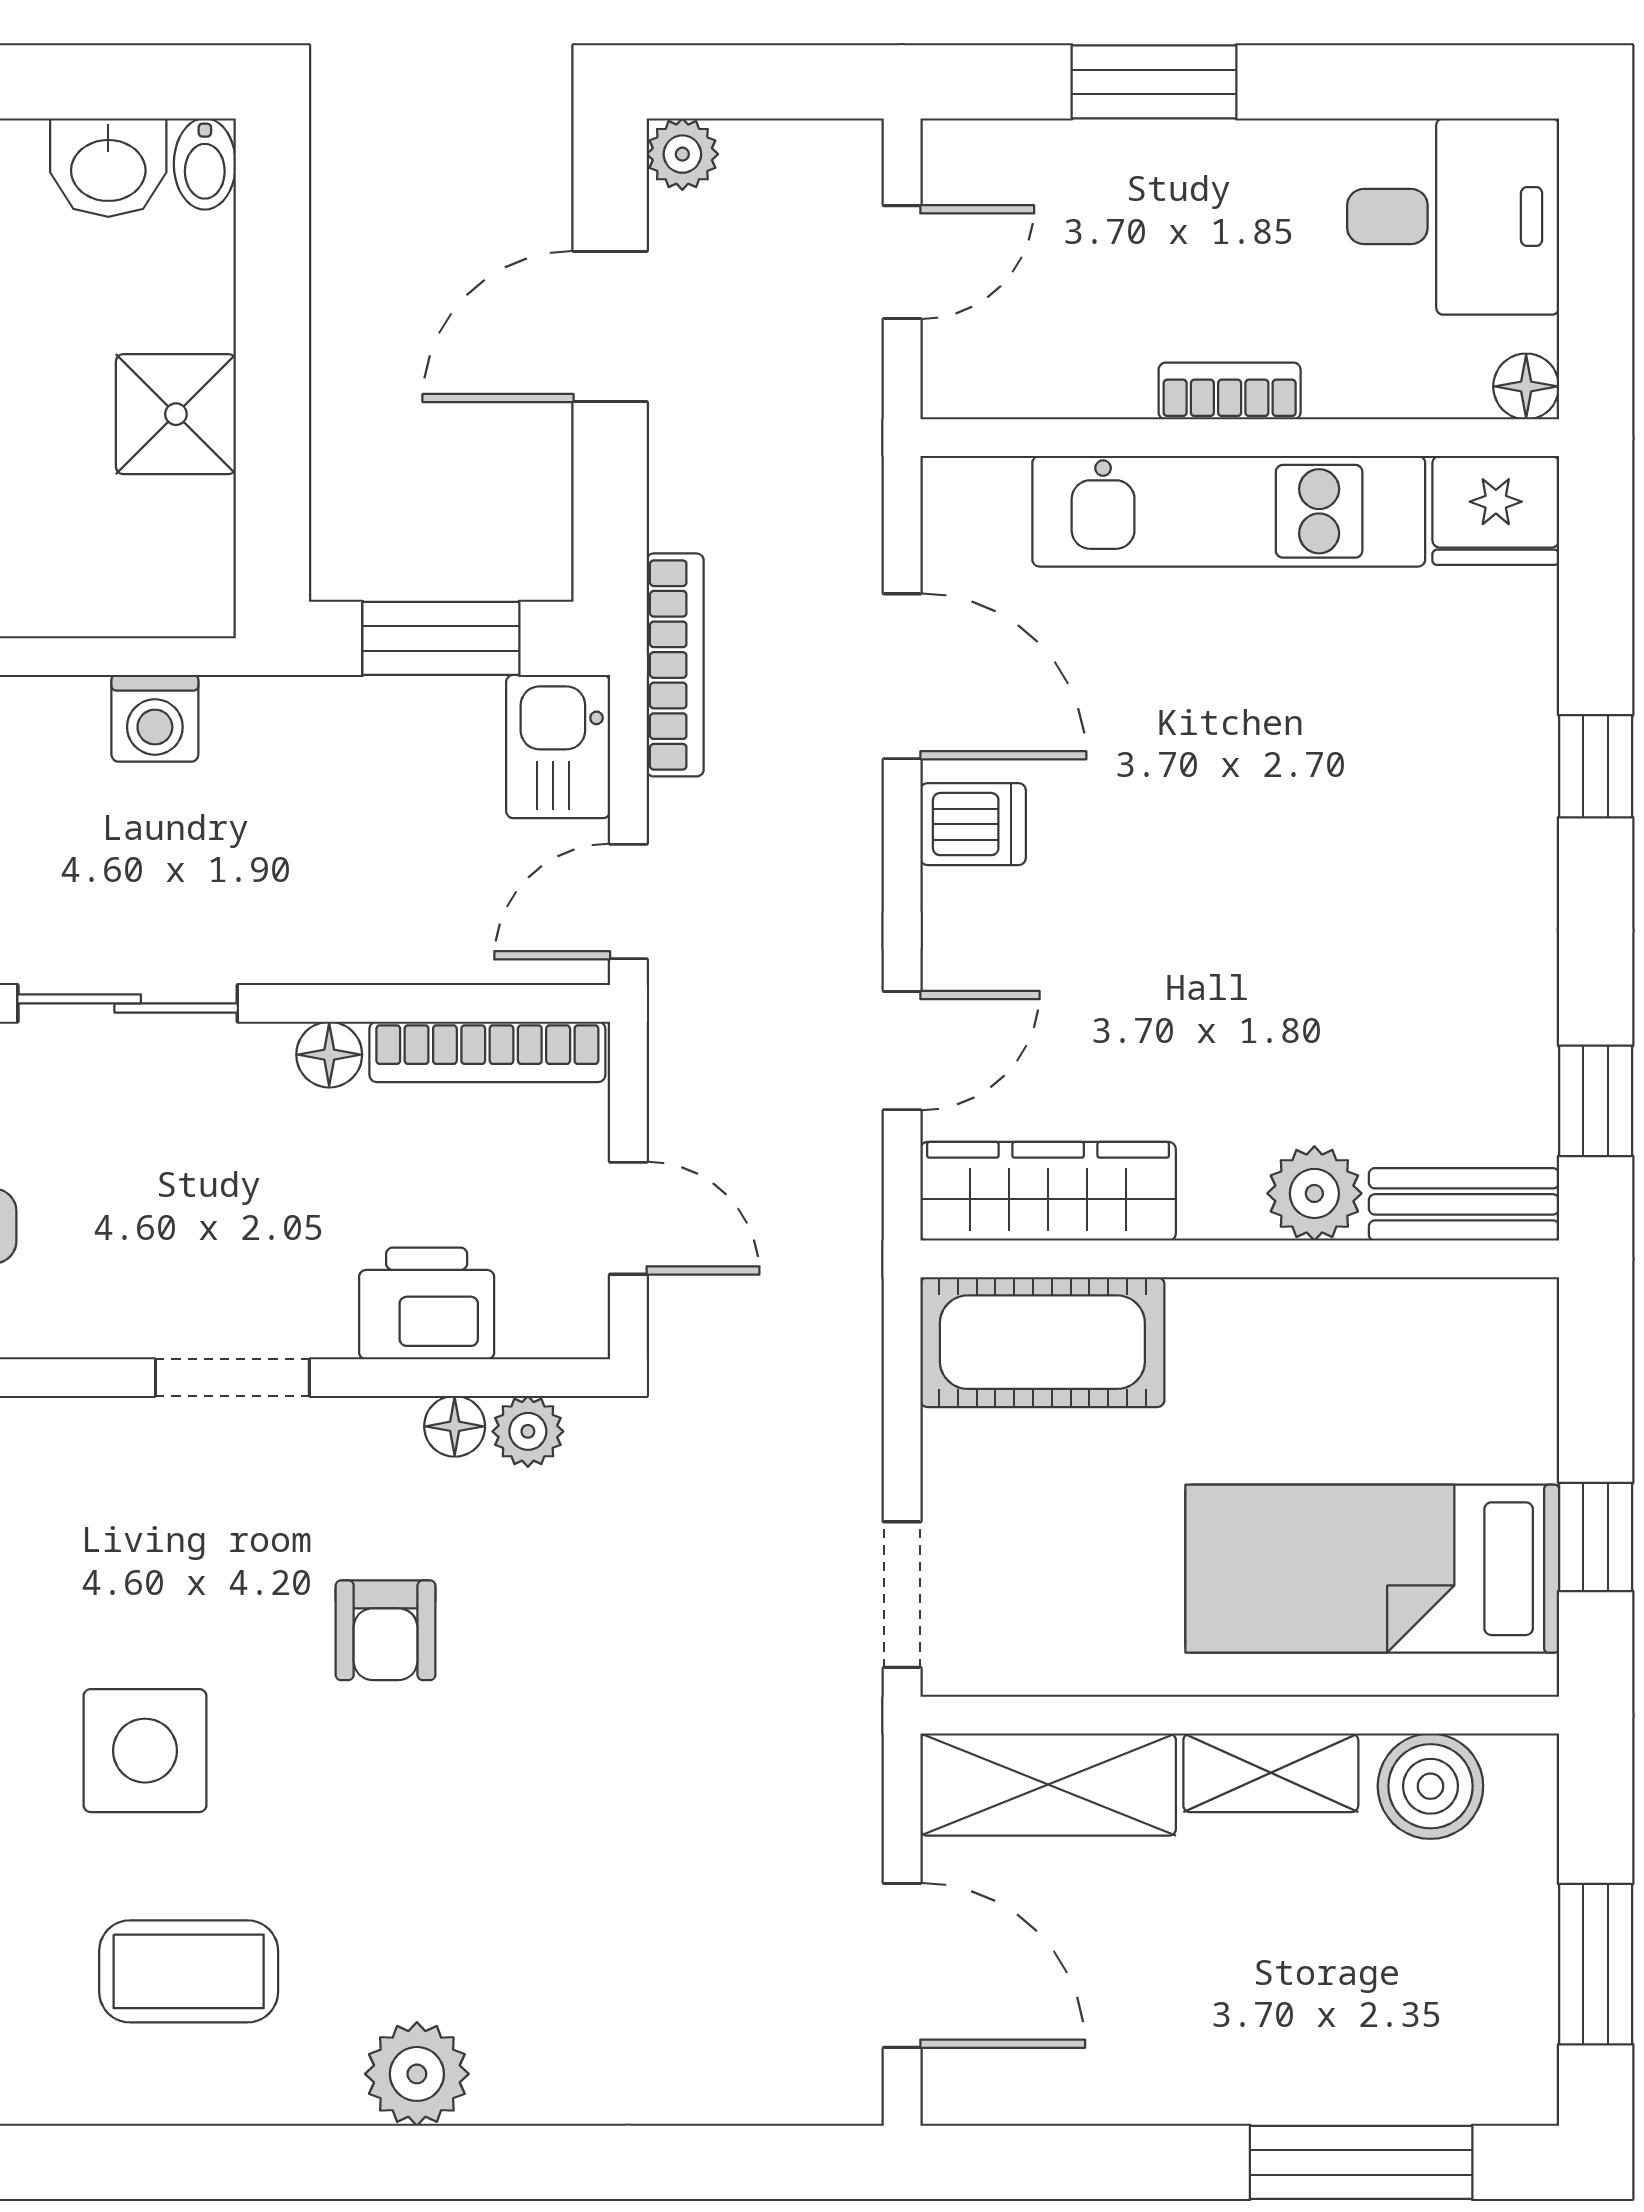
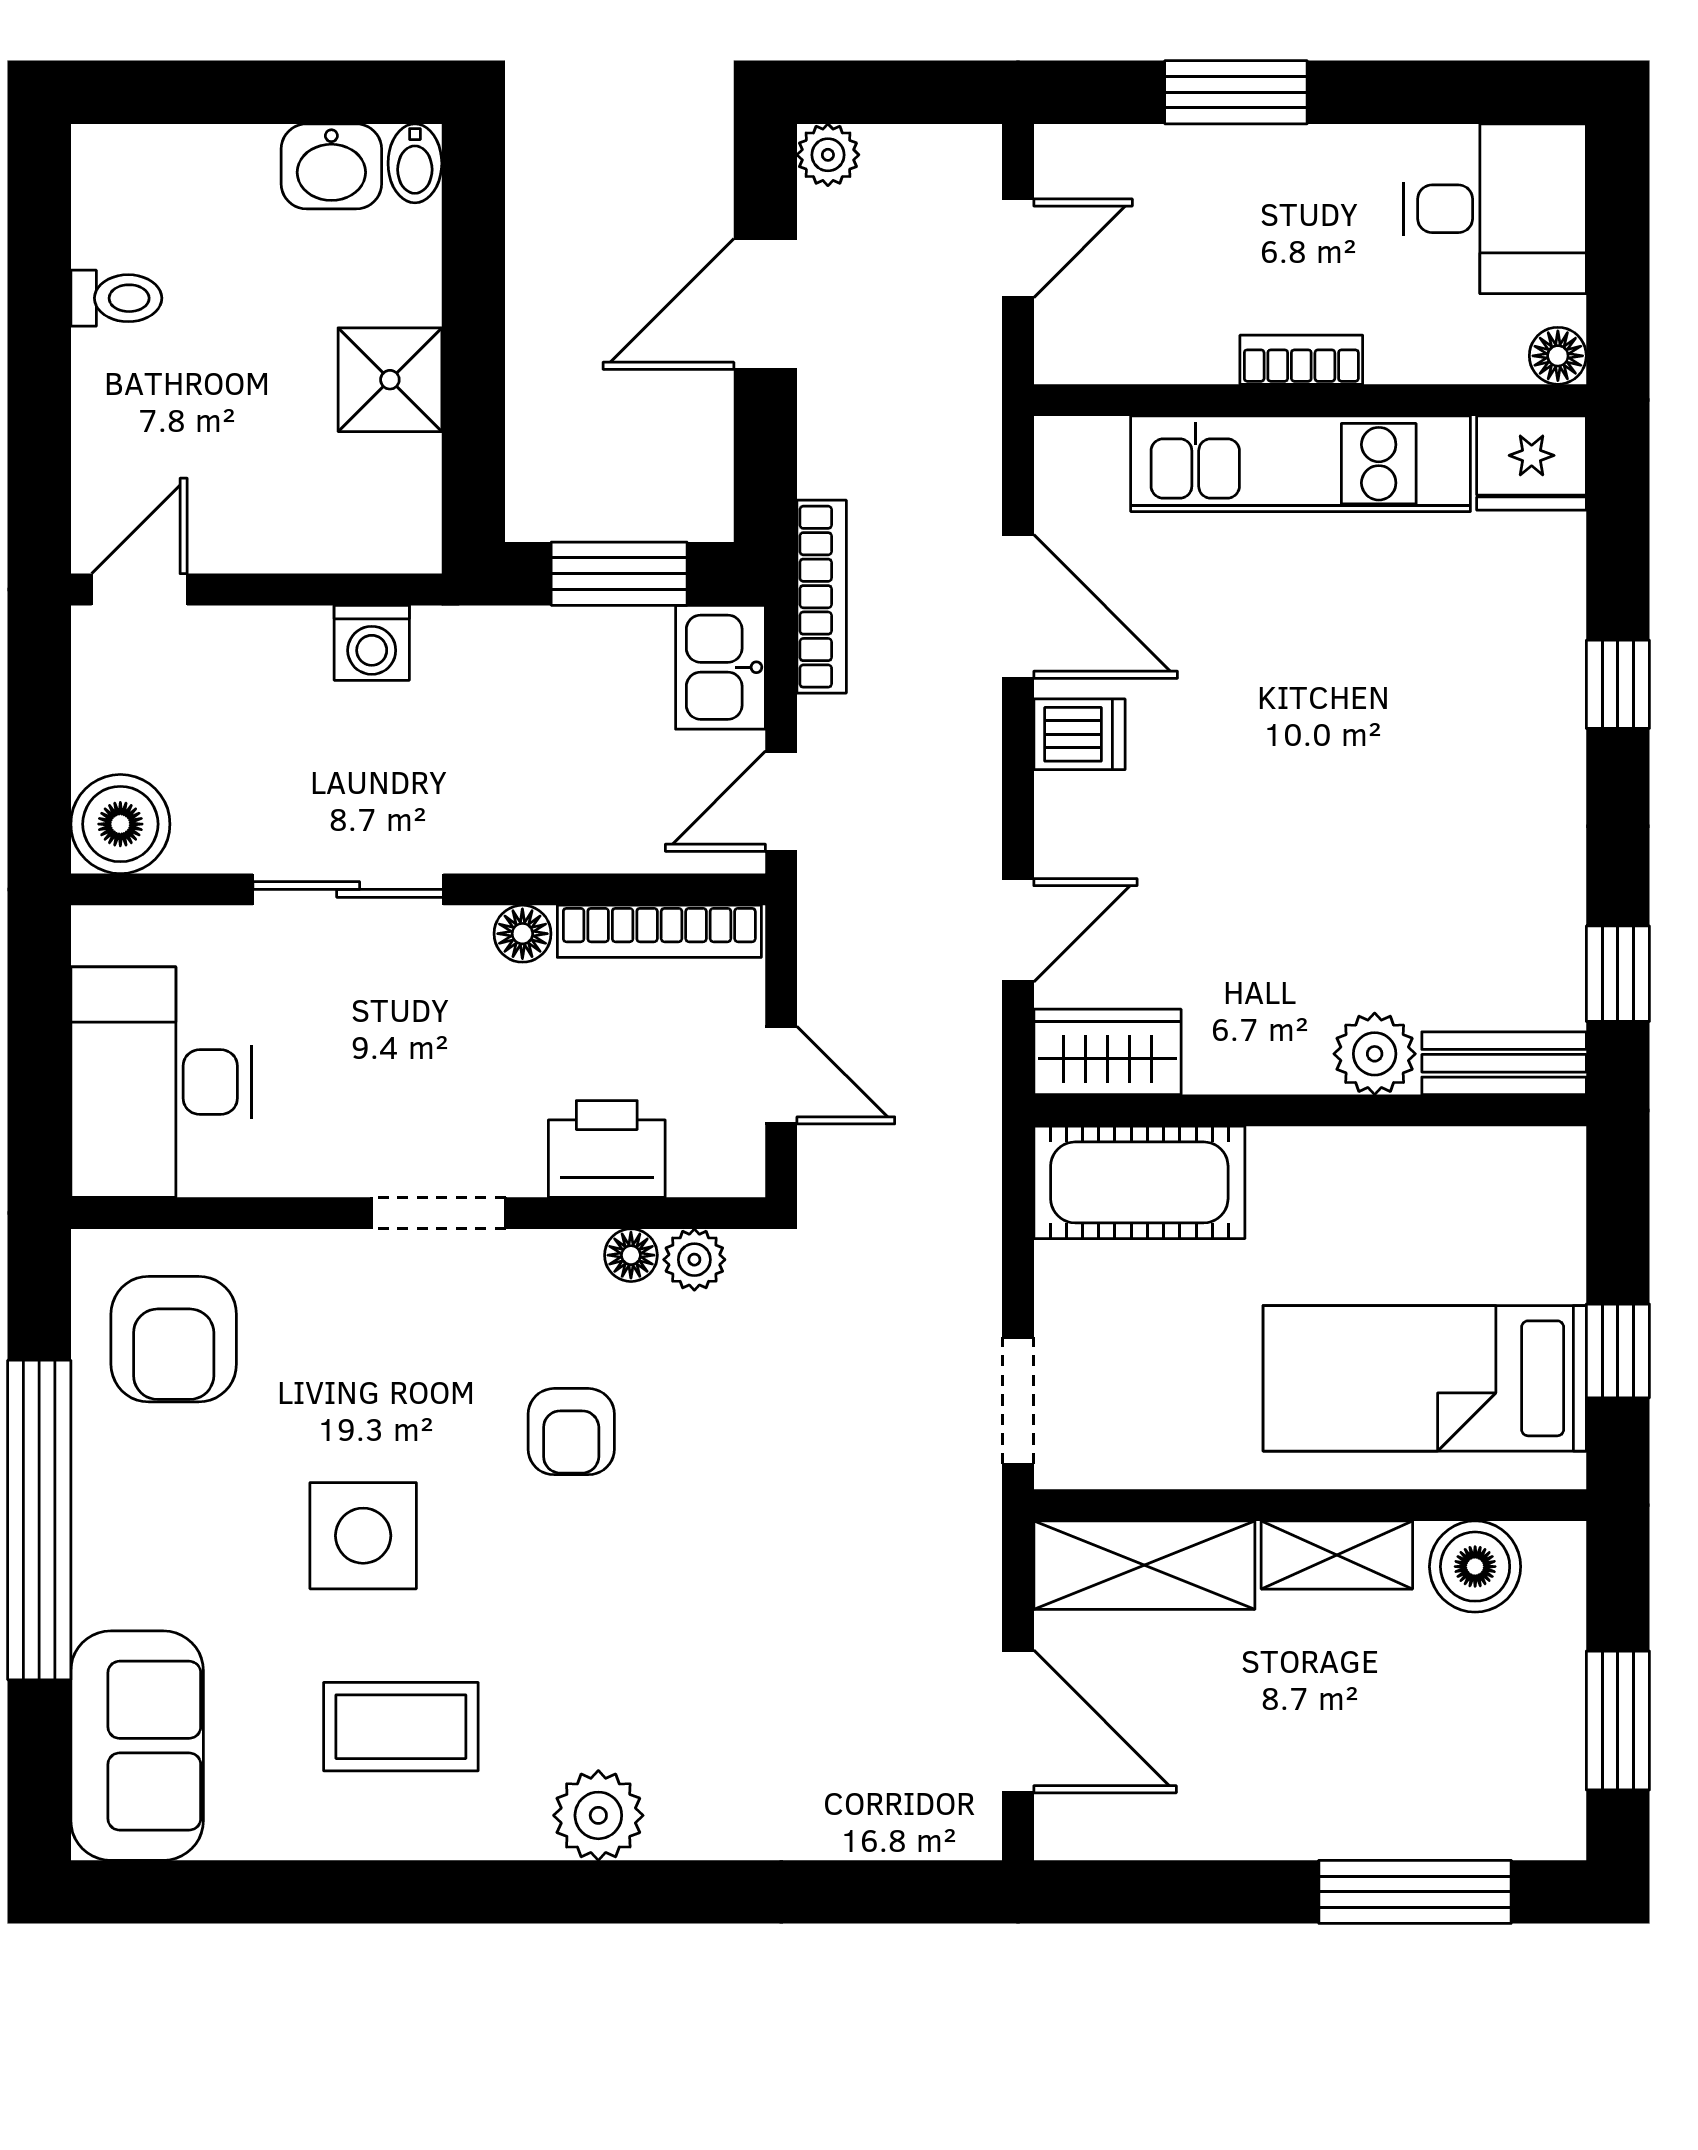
wardrobe: (1048, 1191) -> (1107, 1052), width x0.67

